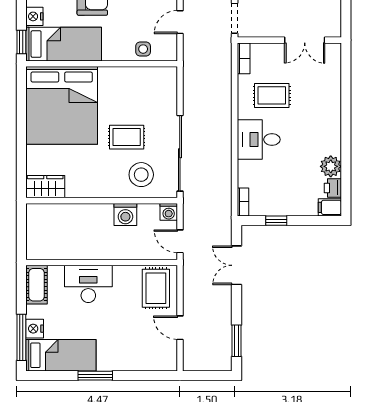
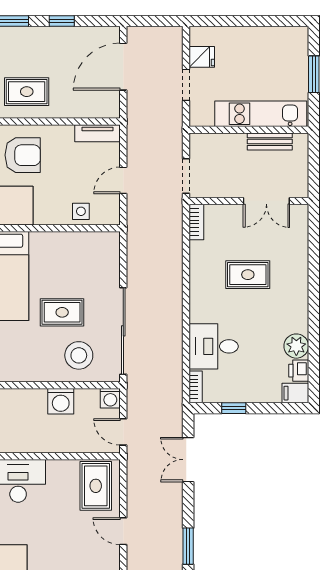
rug: (272, 95) -> (248, 275), moved
desk: (259, 139) -> (214, 346), moved

